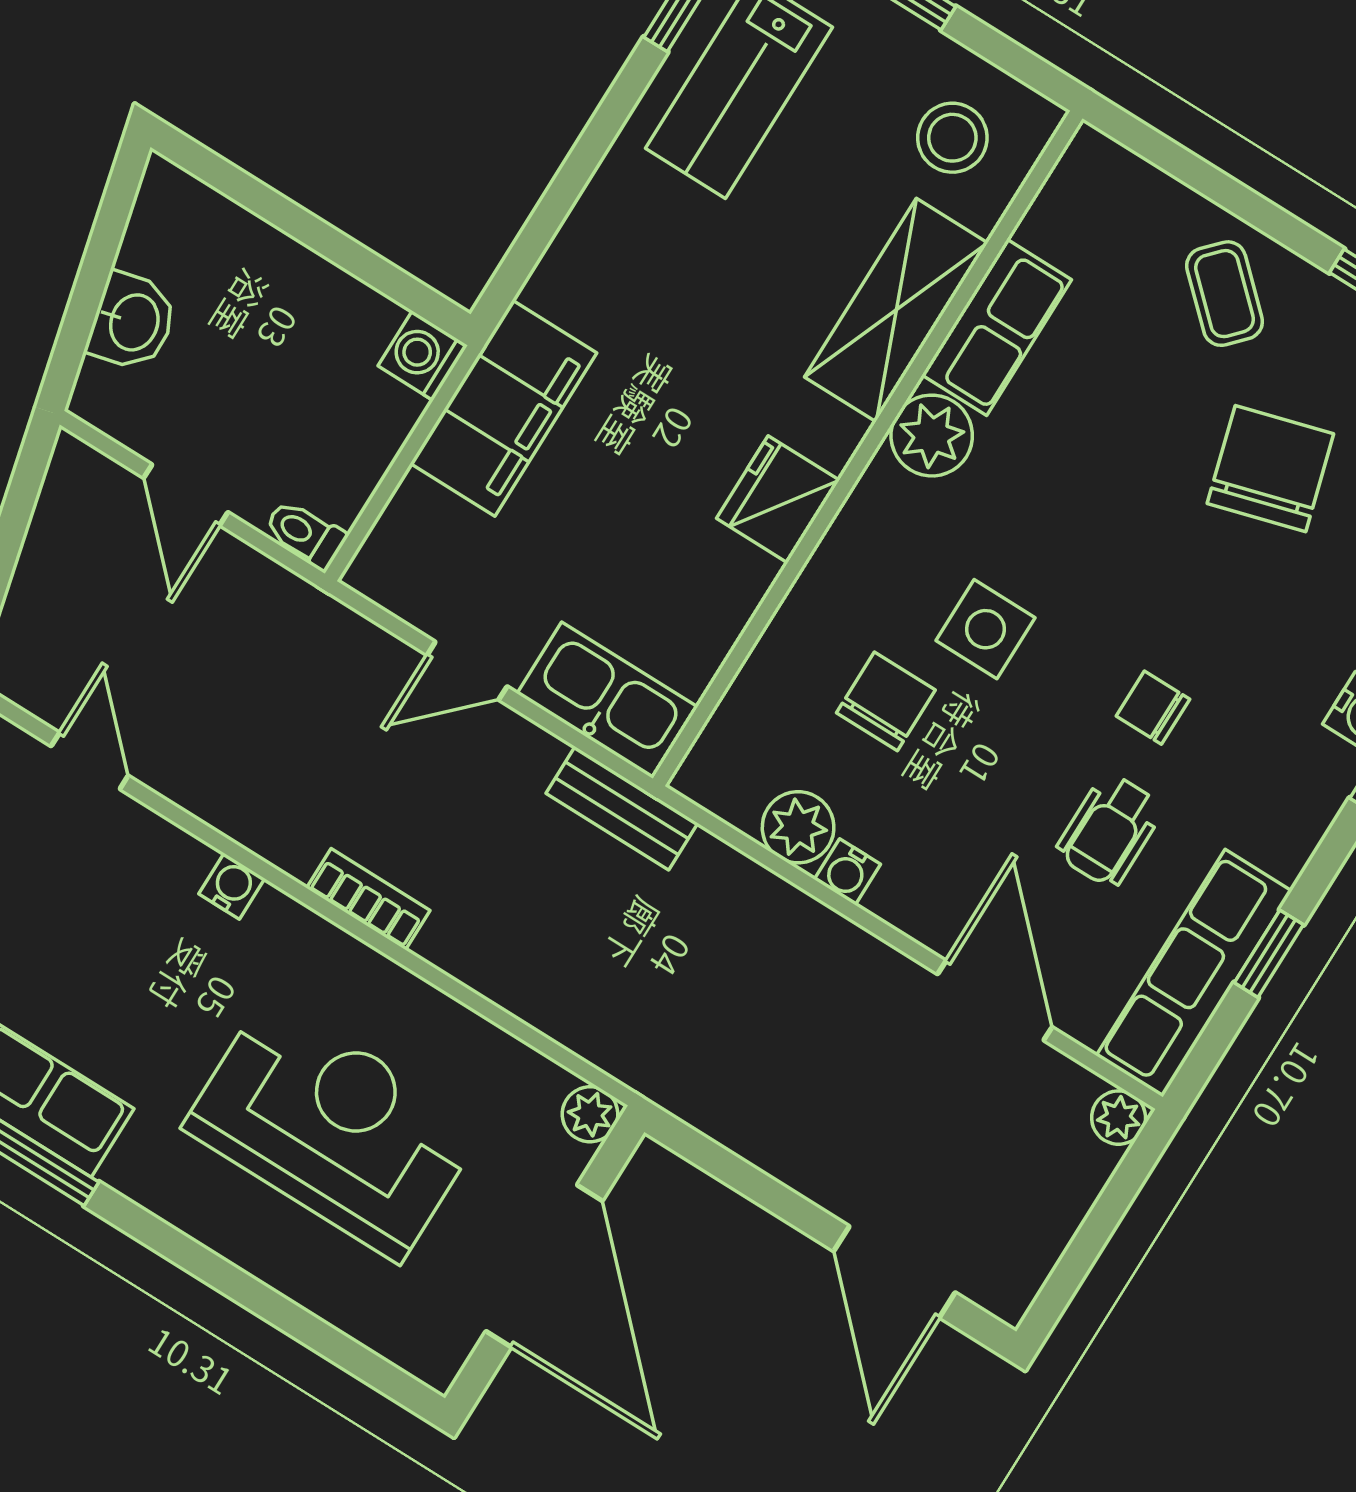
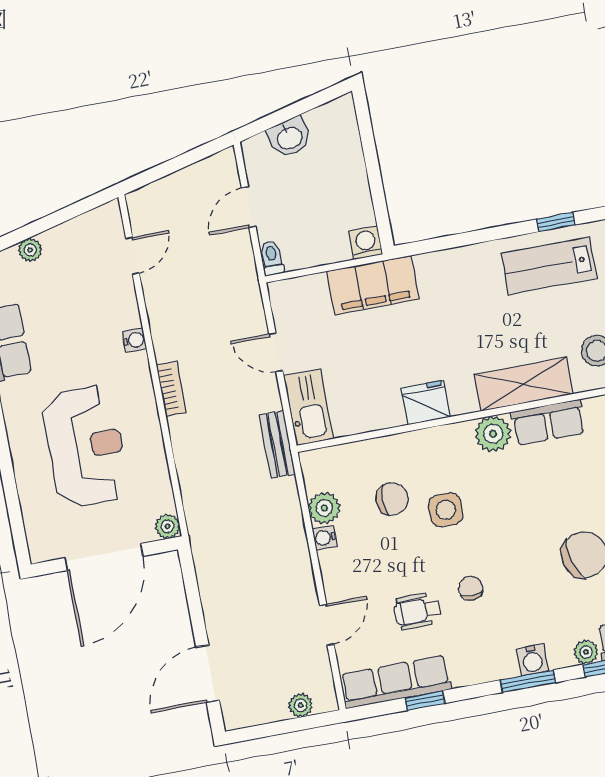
door: (995, 1001) -> (327, 625), width x0.73
plant: (1119, 1118) -> (301, 705), moved

